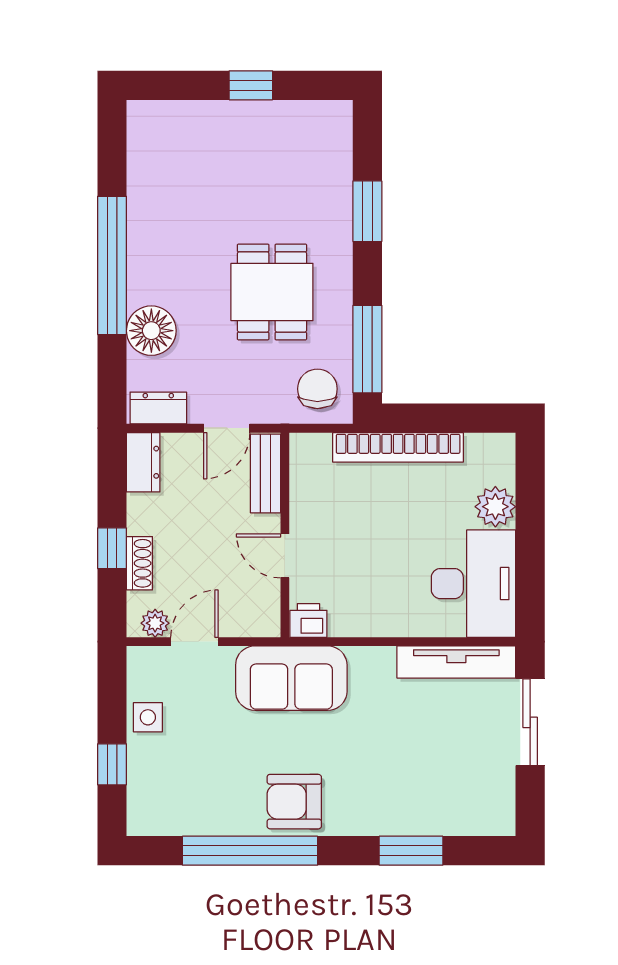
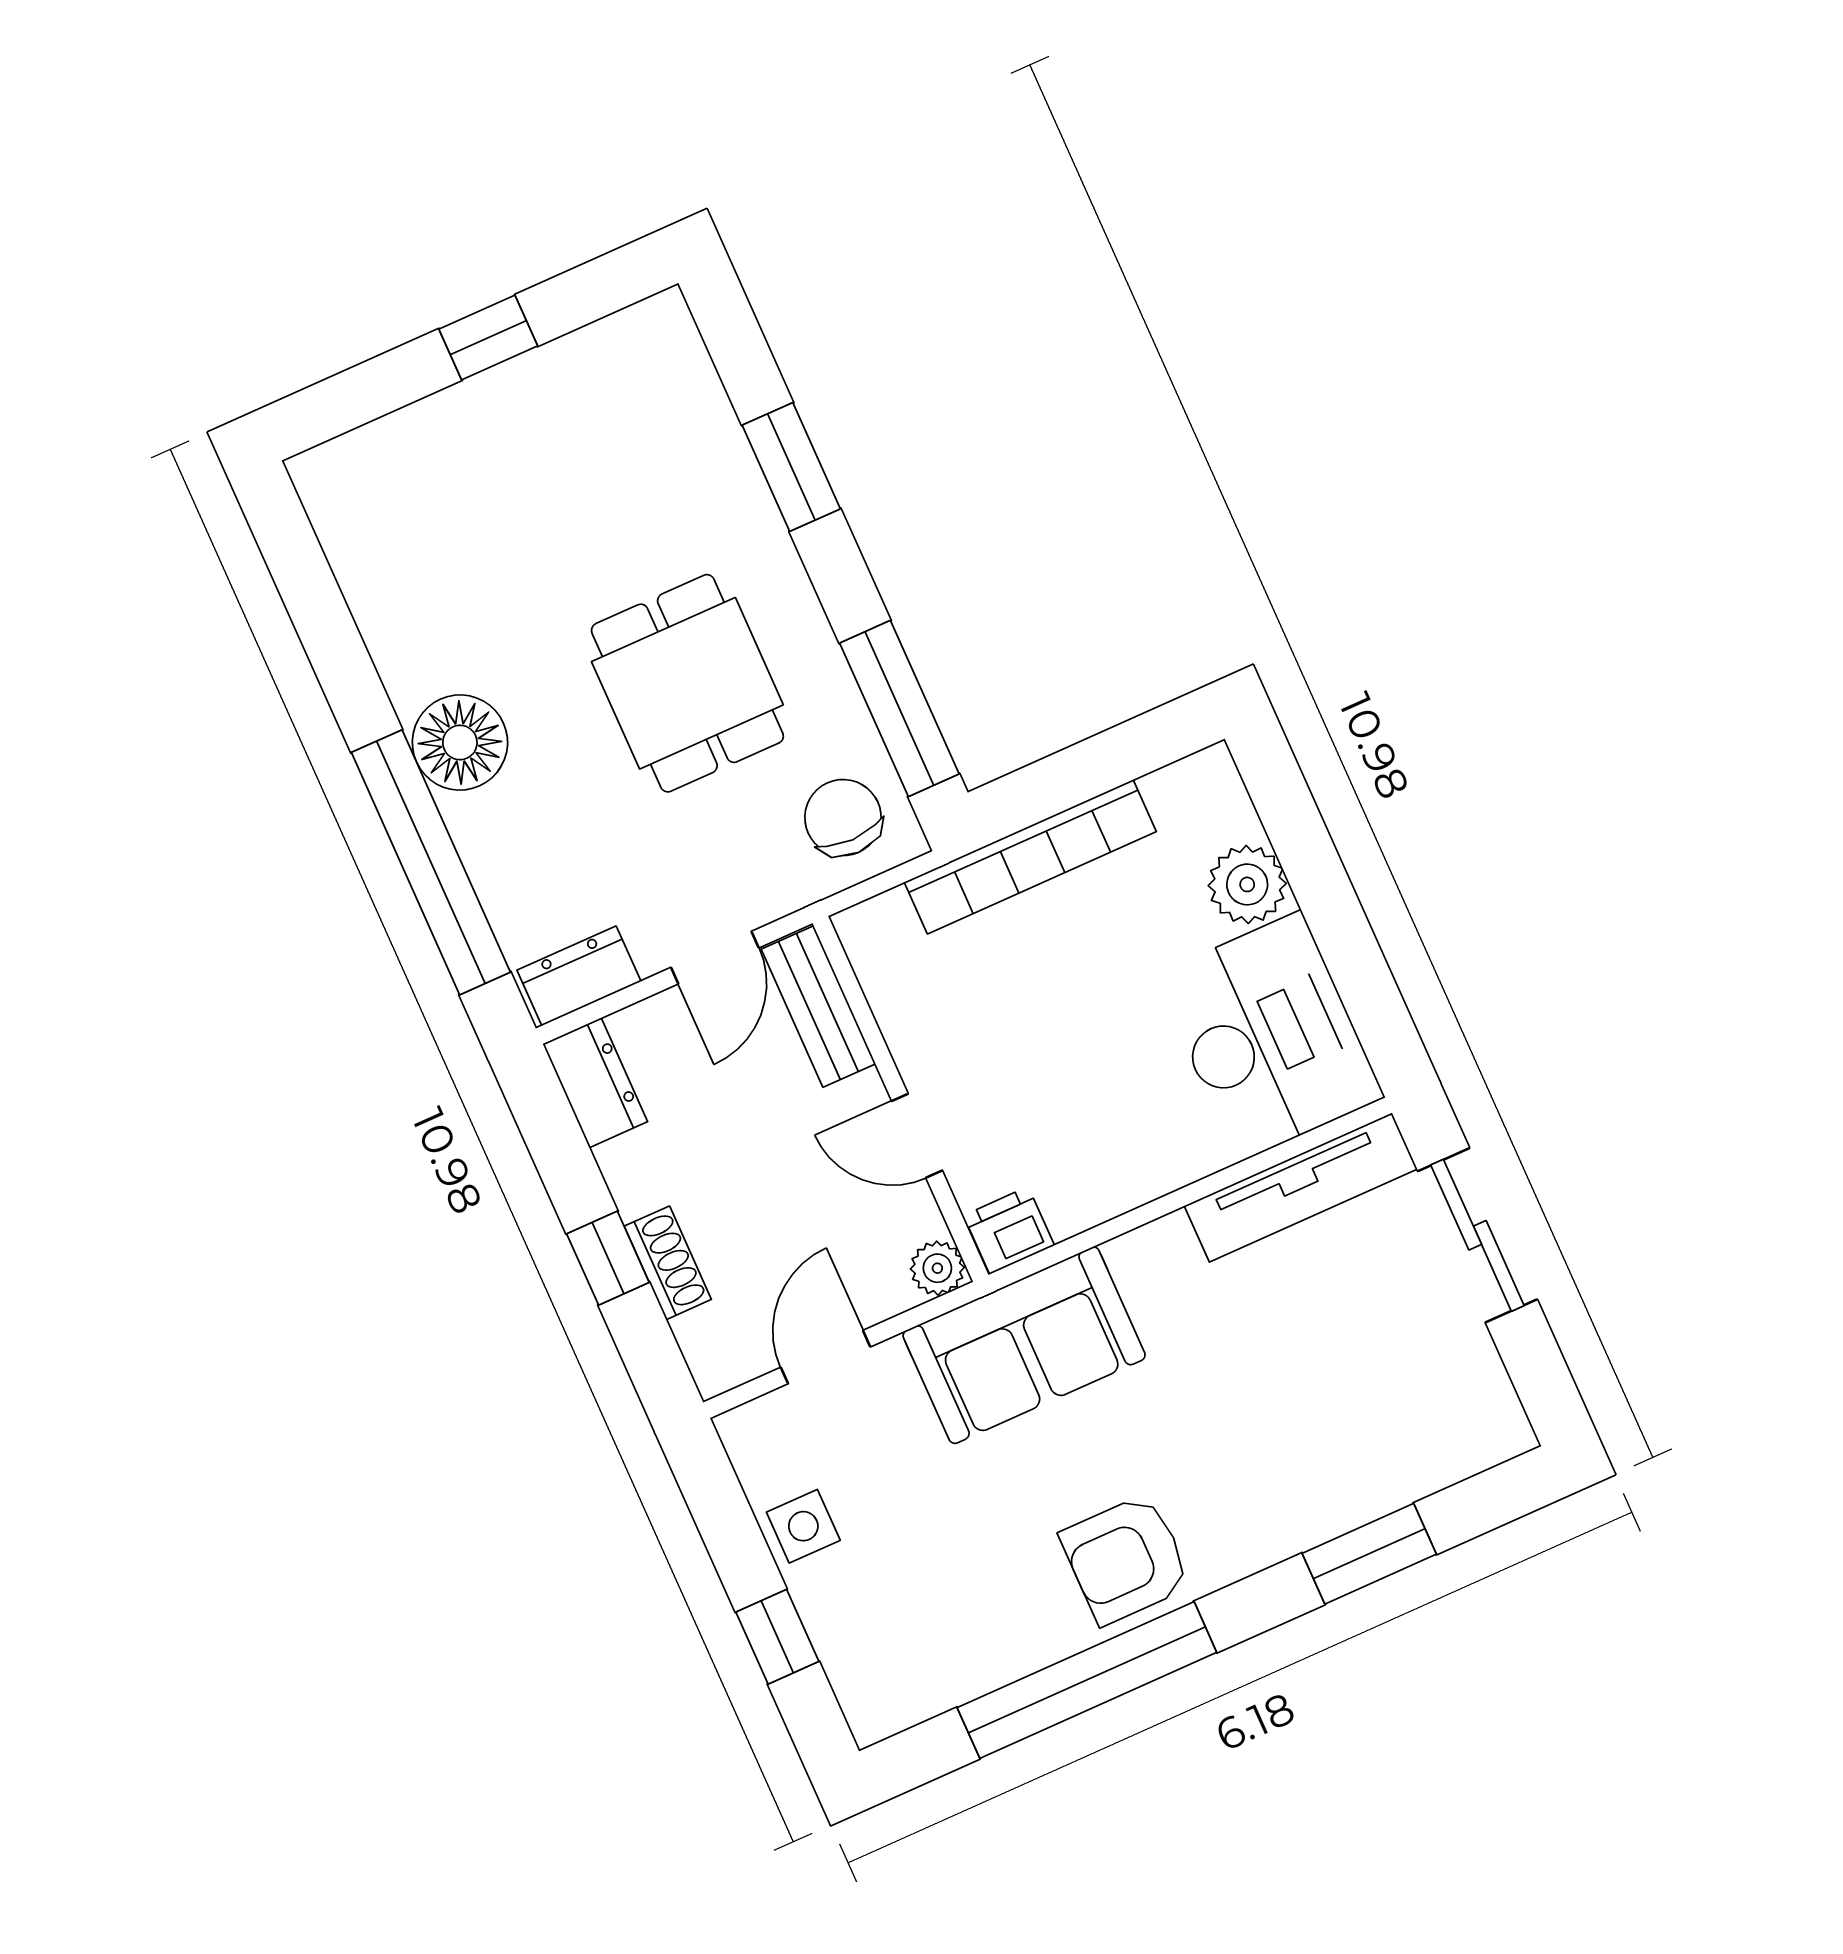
window: (112, 265) -> (431, 862), moved
floor lamp: (151, 331) -> (460, 743), moved
plant: (155, 623) -> (937, 1268), moved

